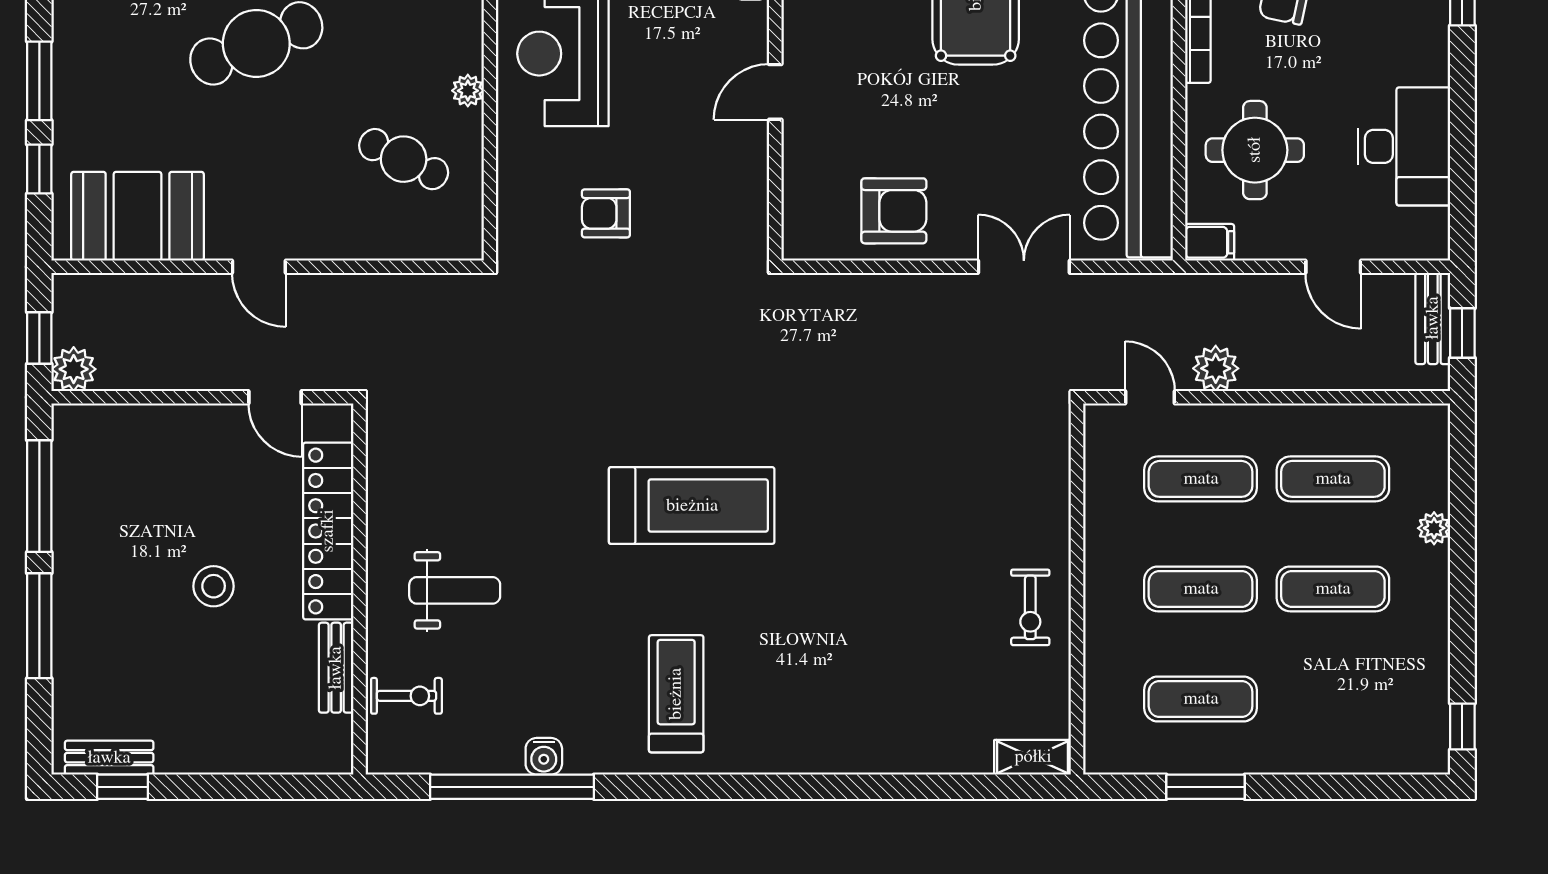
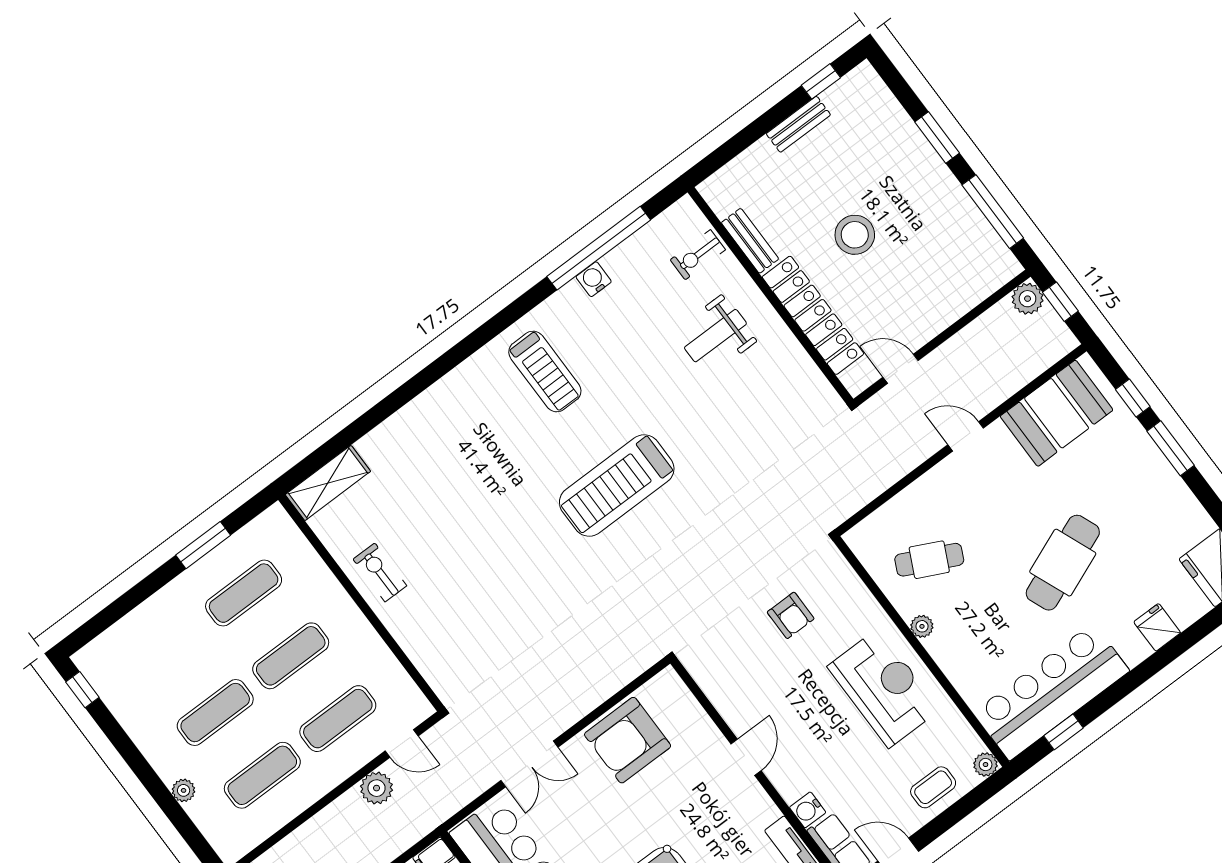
armchair: (894, 211) -> (628, 740), width x1.36, depth x1.36
armchair: (606, 213) -> (791, 615), turned 90
stool: (214, 586) -> (855, 235), width x1.38, depth x1.38
window: (39, 626) -> (937, 138), width x0.69
shelving: (1033, 757) -> (328, 483), width x1.50, depth x1.33
bench: (109, 758) -> (798, 124), moved

